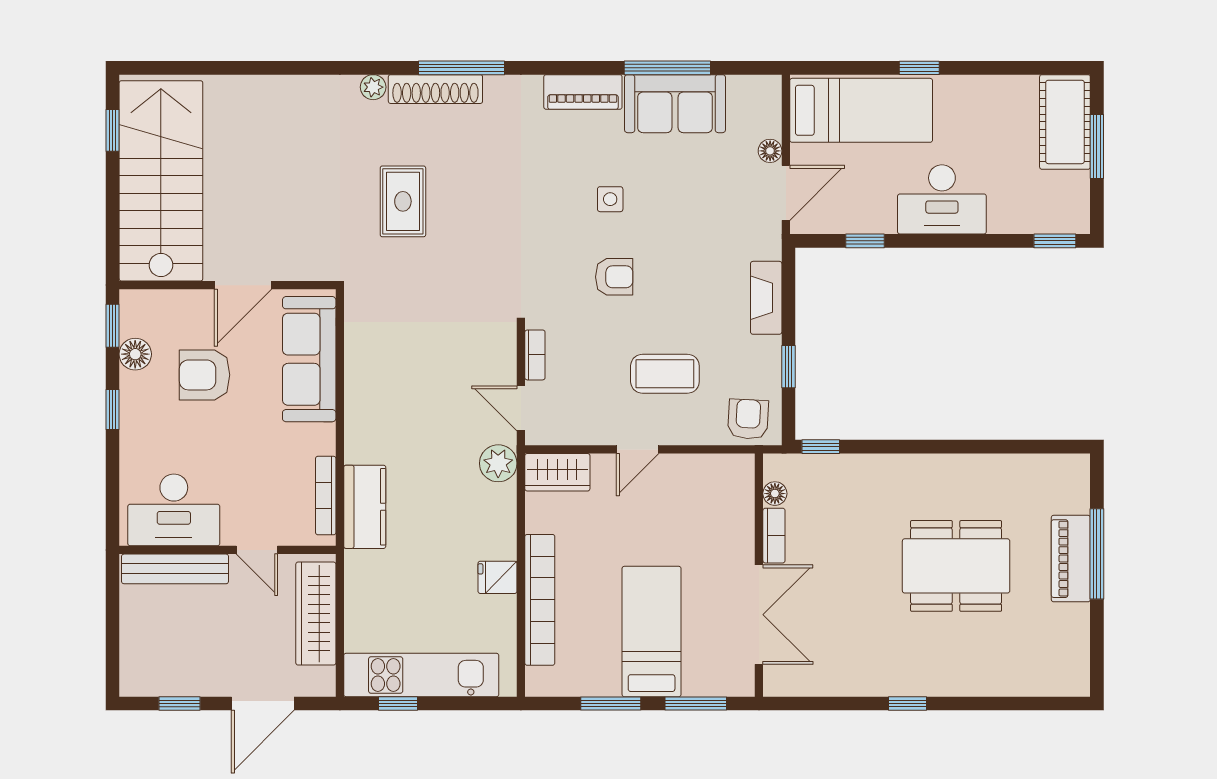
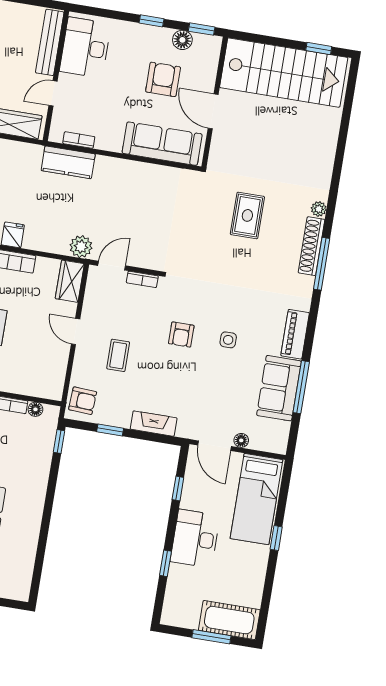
rug: (403, 201) -> (247, 215), turned 90
window: (1055, 241) -> (166, 563), moved
coffee table: (665, 374) -> (118, 355), width x0.73, depth x0.77
bookcase: (326, 496) -> (79, 140), width x0.64

